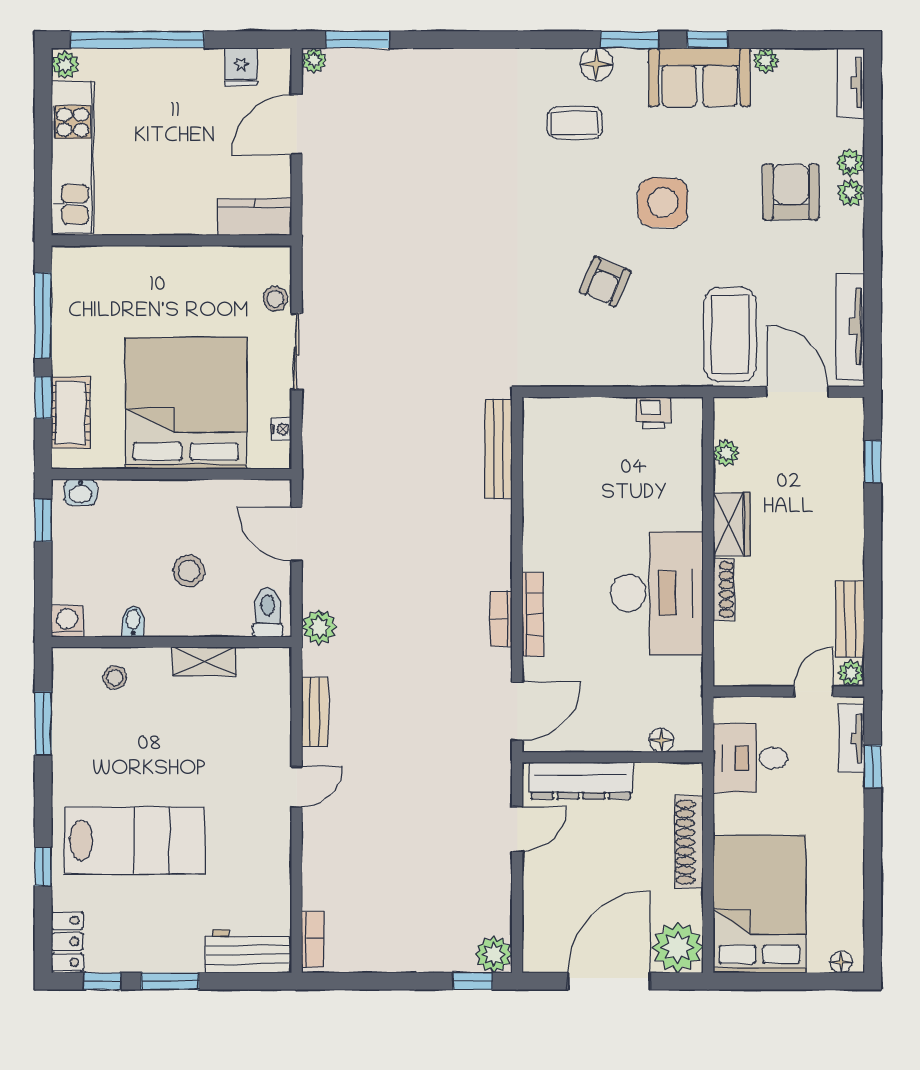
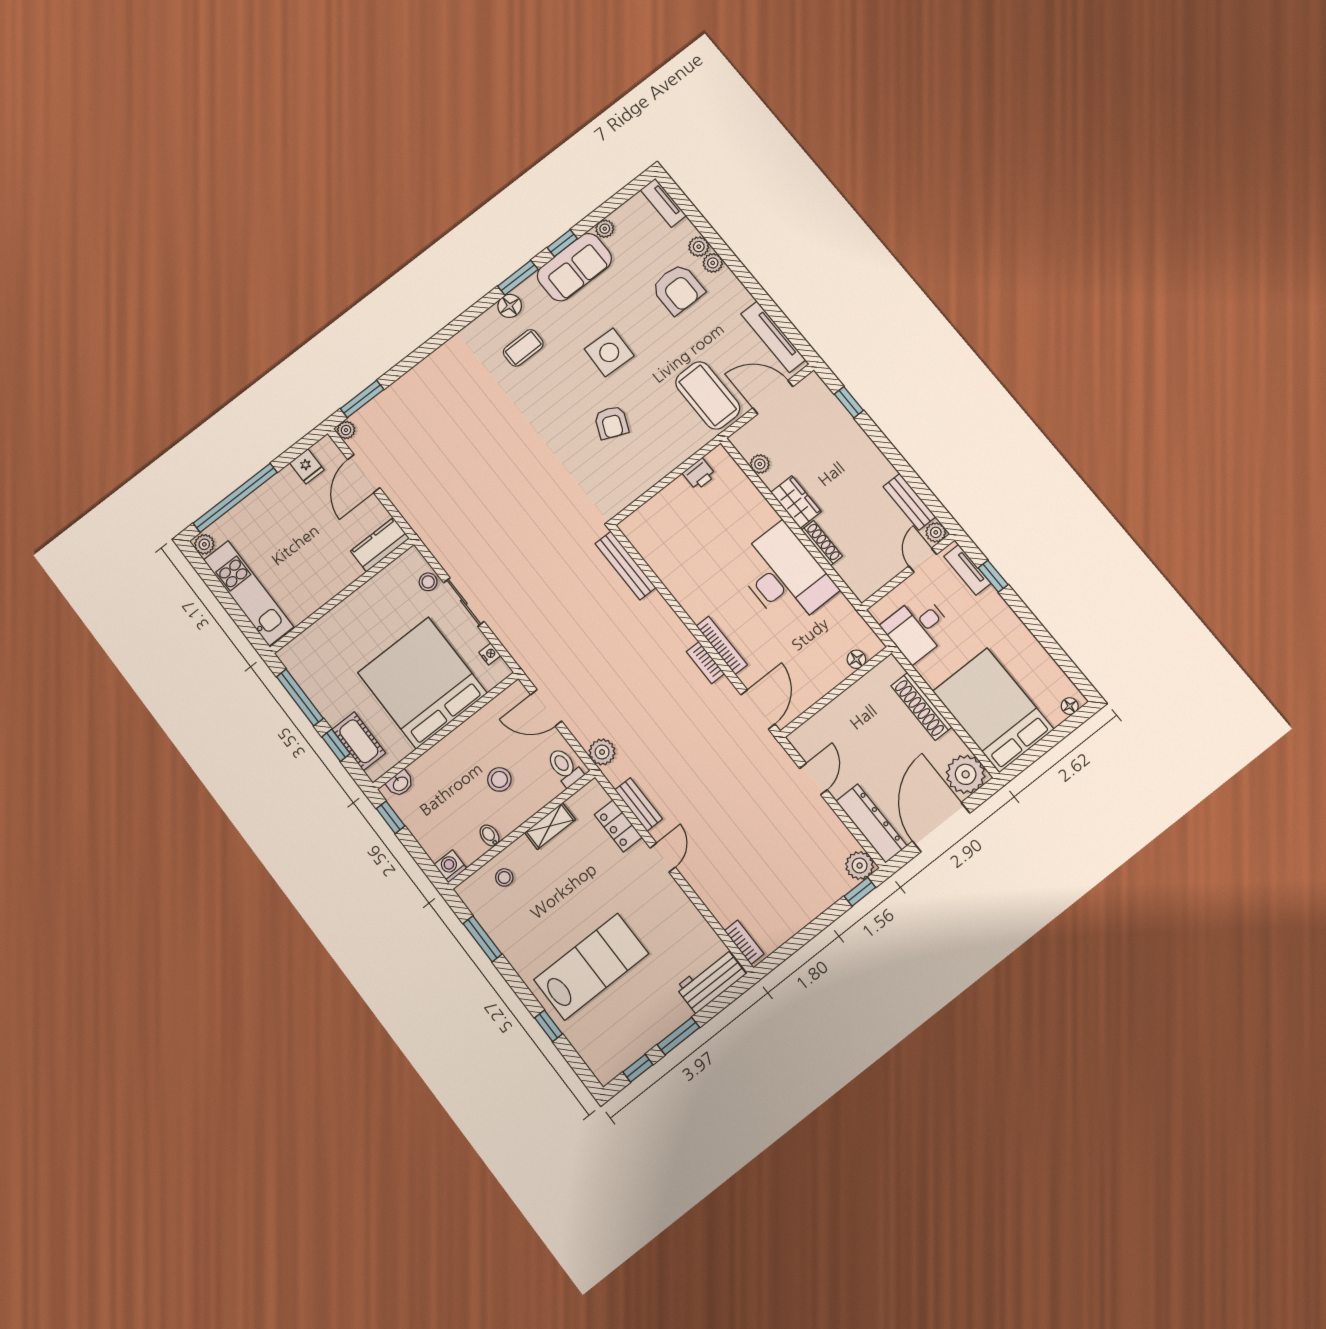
armchair: (791, 192) -> (678, 289), turned 180
dresser: (581, 781) -> (872, 823), moved, turned -90
locker: (67, 941) -> (618, 826), moved, turned 180

